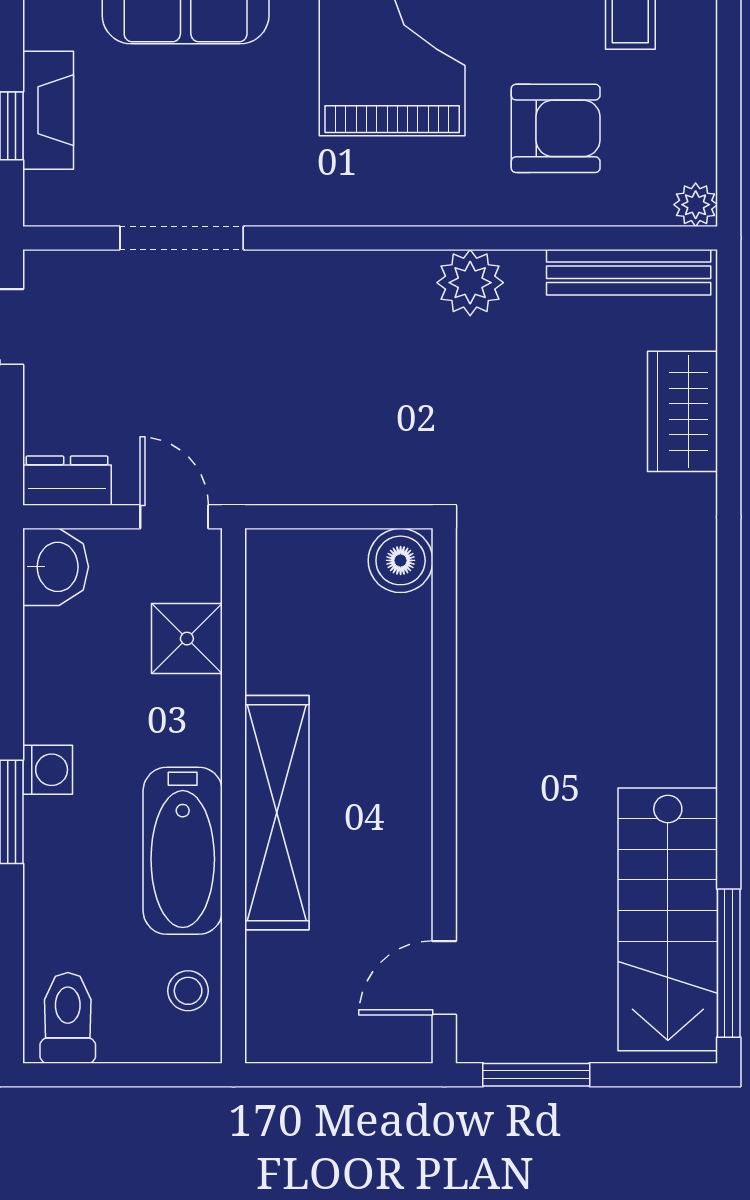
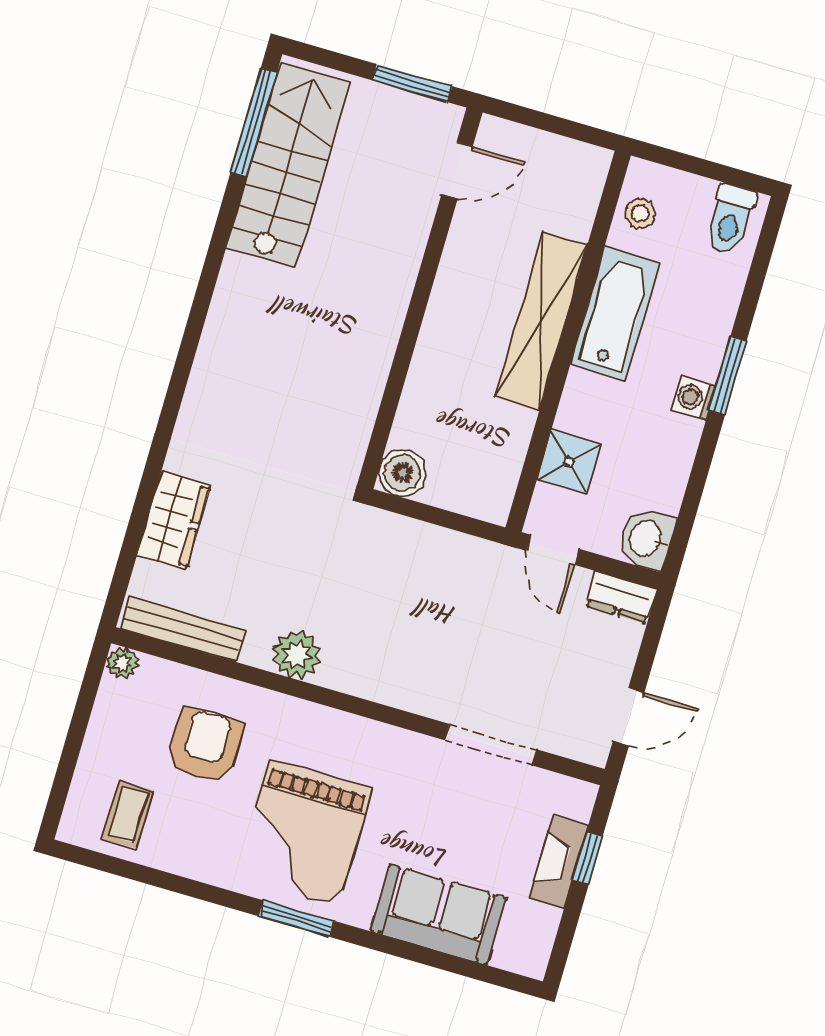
armchair: (556, 128) -> (205, 745), turned 90

